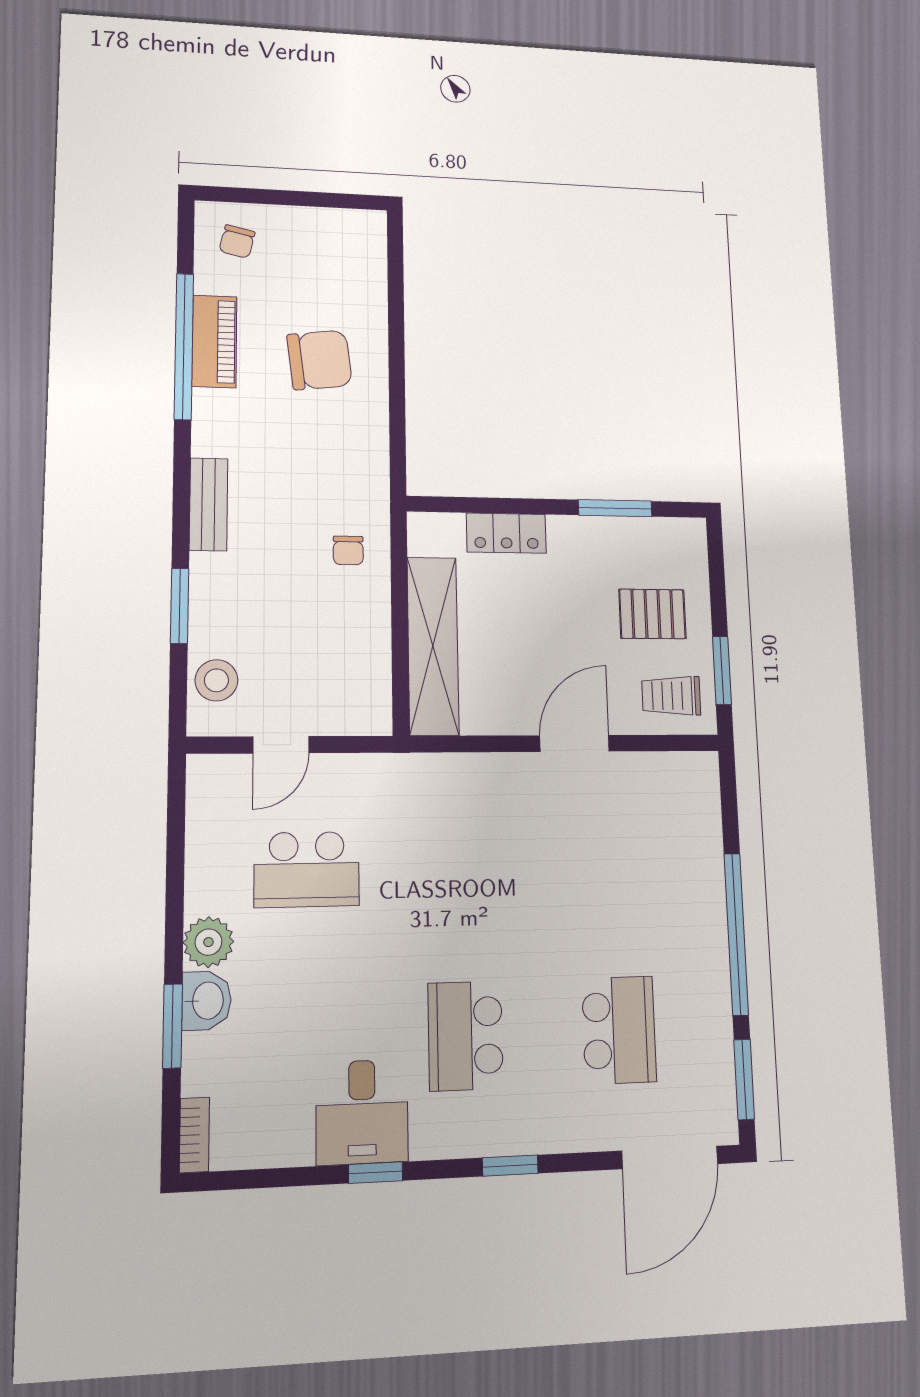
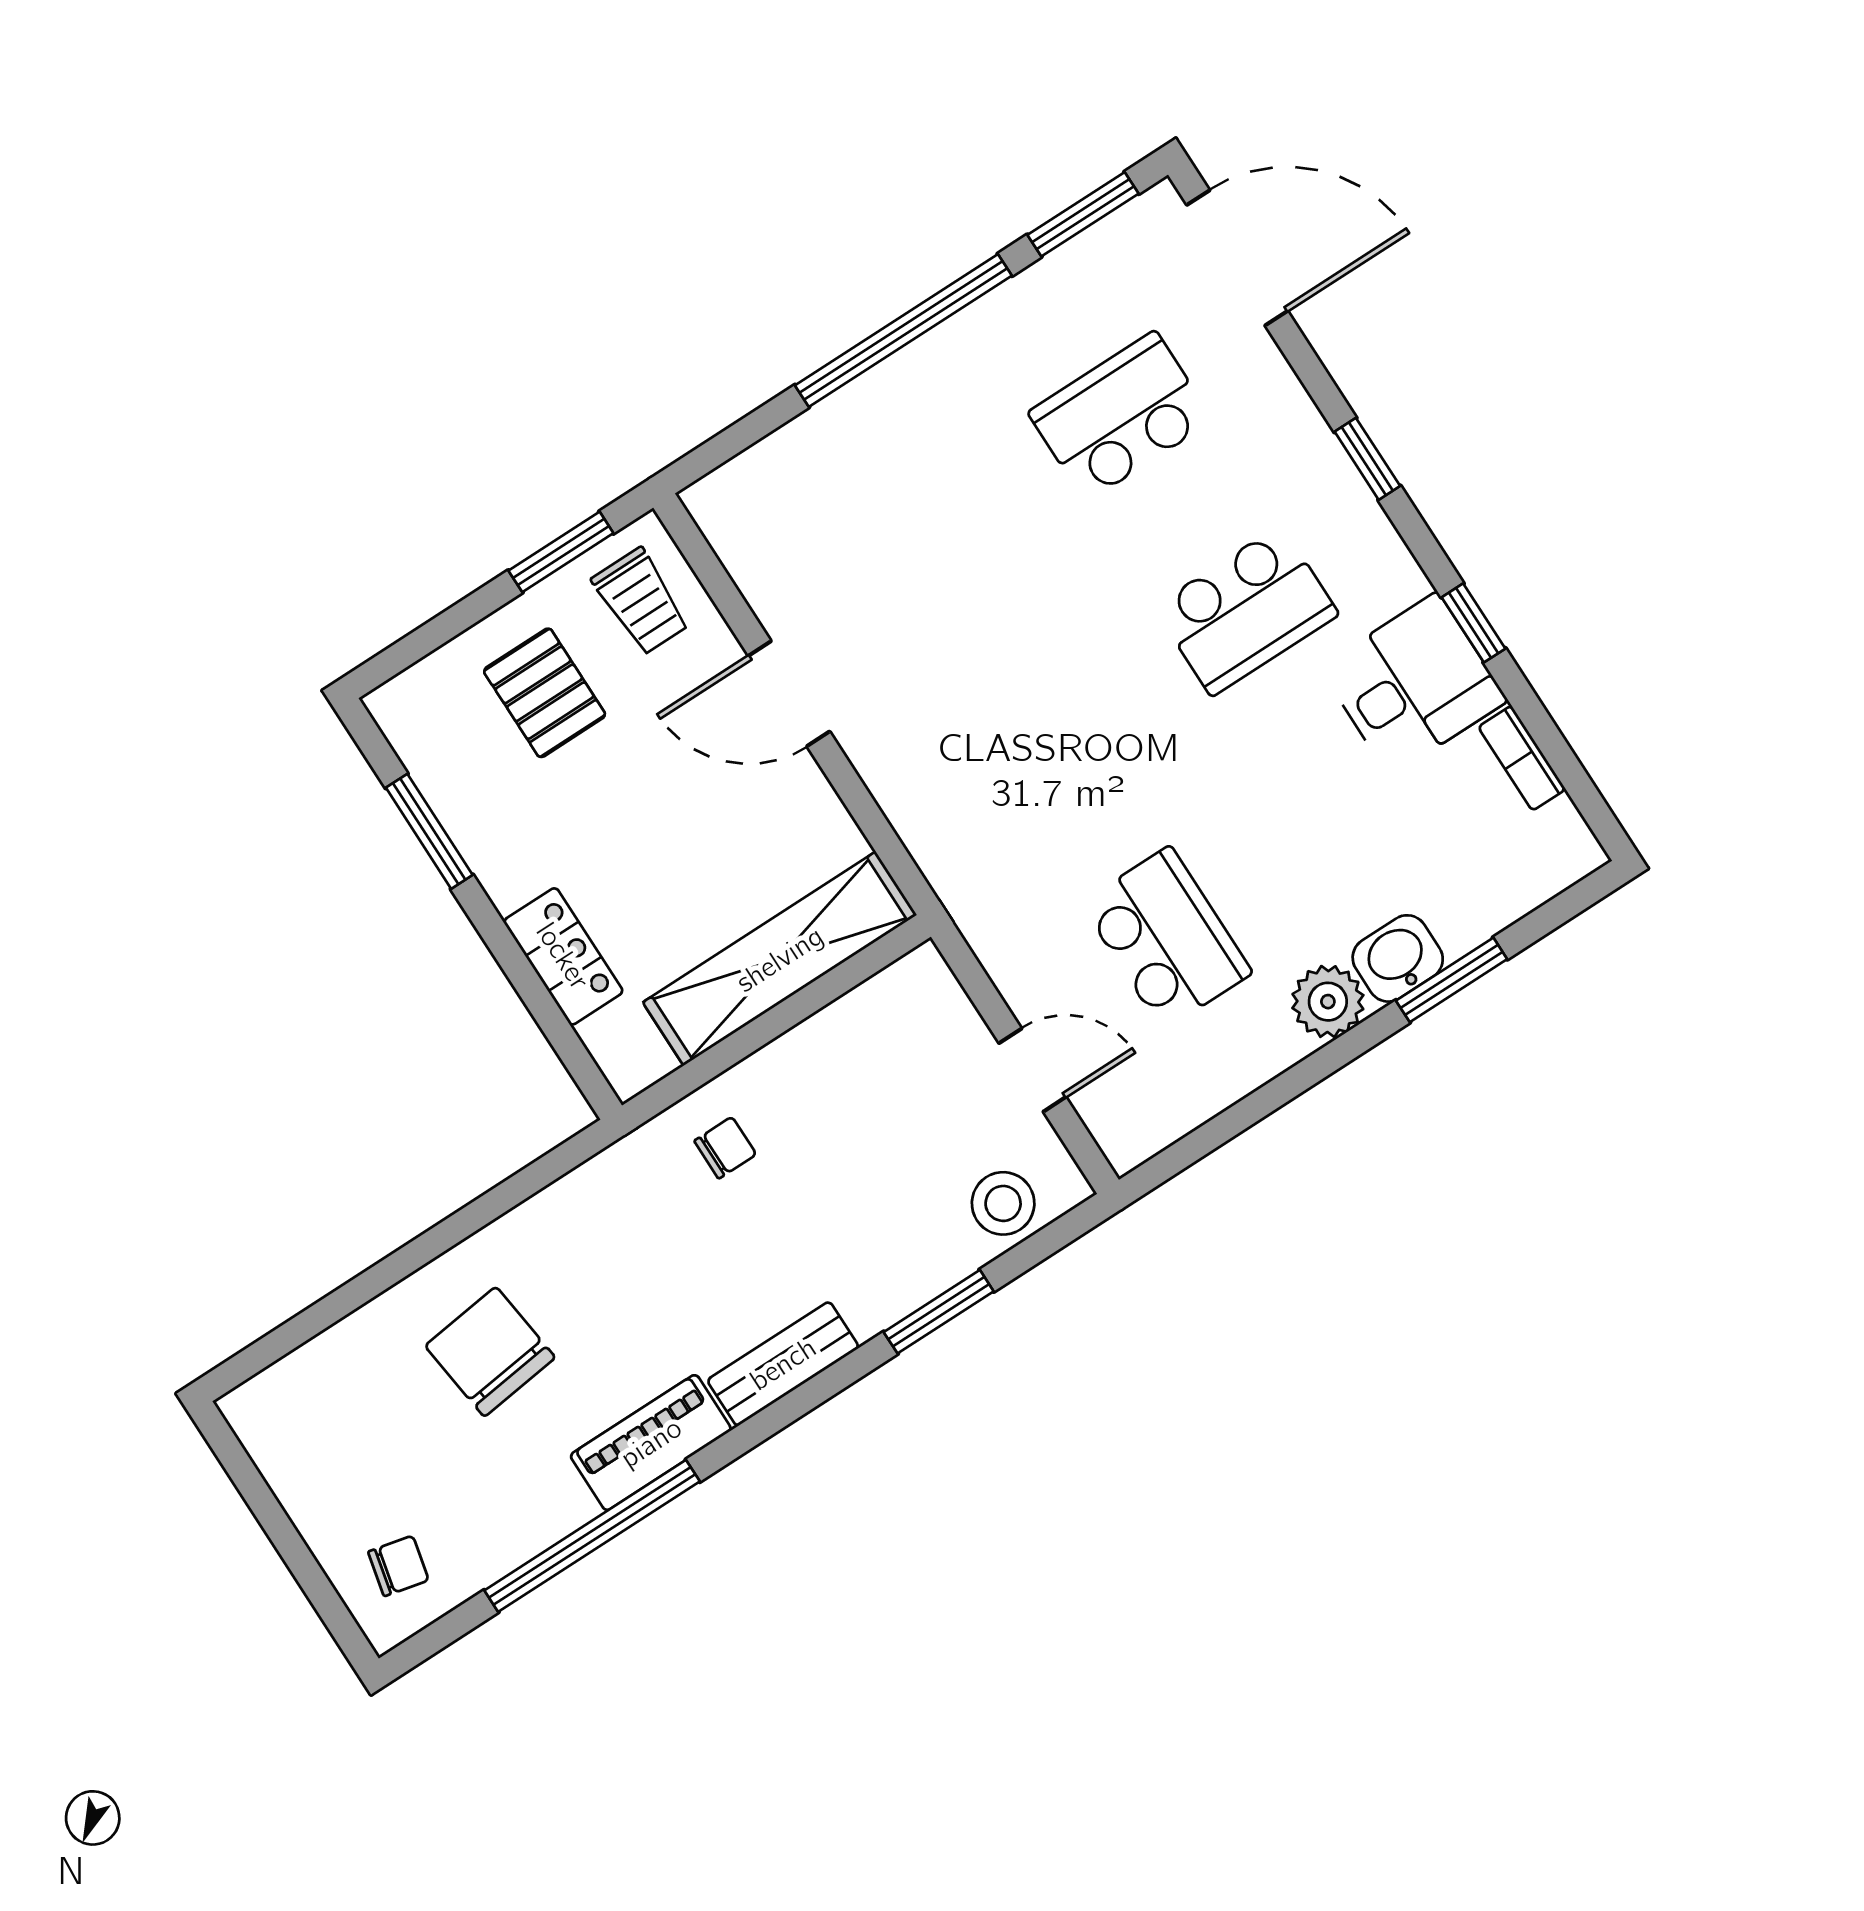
piano: (214, 341) -> (651, 1443), moved
bookcase: (194, 1135) -> (1522, 758), moved, turned -90

